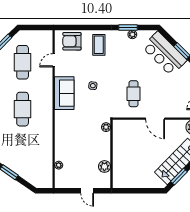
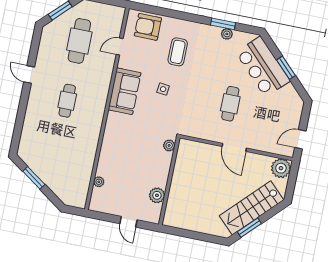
coffee table: (99, 45) -> (178, 52), moved
cafe table: (134, 94) -> (230, 104), moved
cafe table: (23, 109) -> (67, 101), width x0.73, depth x0.74

